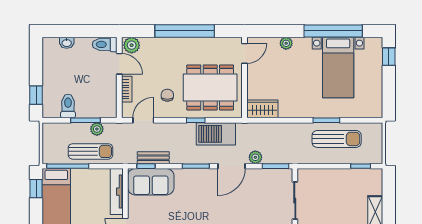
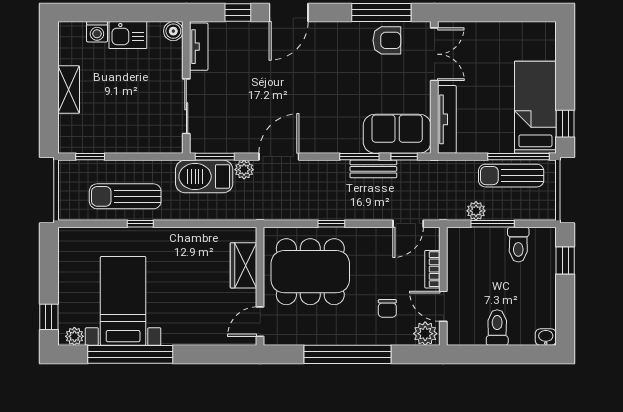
washbasin: (67, 43) -> (546, 337), moved
plant: (286, 43) -> (74, 336), moved
toilet: (105, 44) -> (497, 328), moved, turned -90
chair: (167, 95) -> (387, 308), moved
wardrobe: (262, 109) -> (244, 265), moved, turned 90
window: (326, 120) -> (140, 224), width x0.67
barbecue: (216, 134) -> (204, 176), moved, turned 180
sun lounger: (90, 151) -> (511, 176), moved
bench: (153, 158) -> (373, 169), moved
window: (196, 166) -> (359, 157), moved

